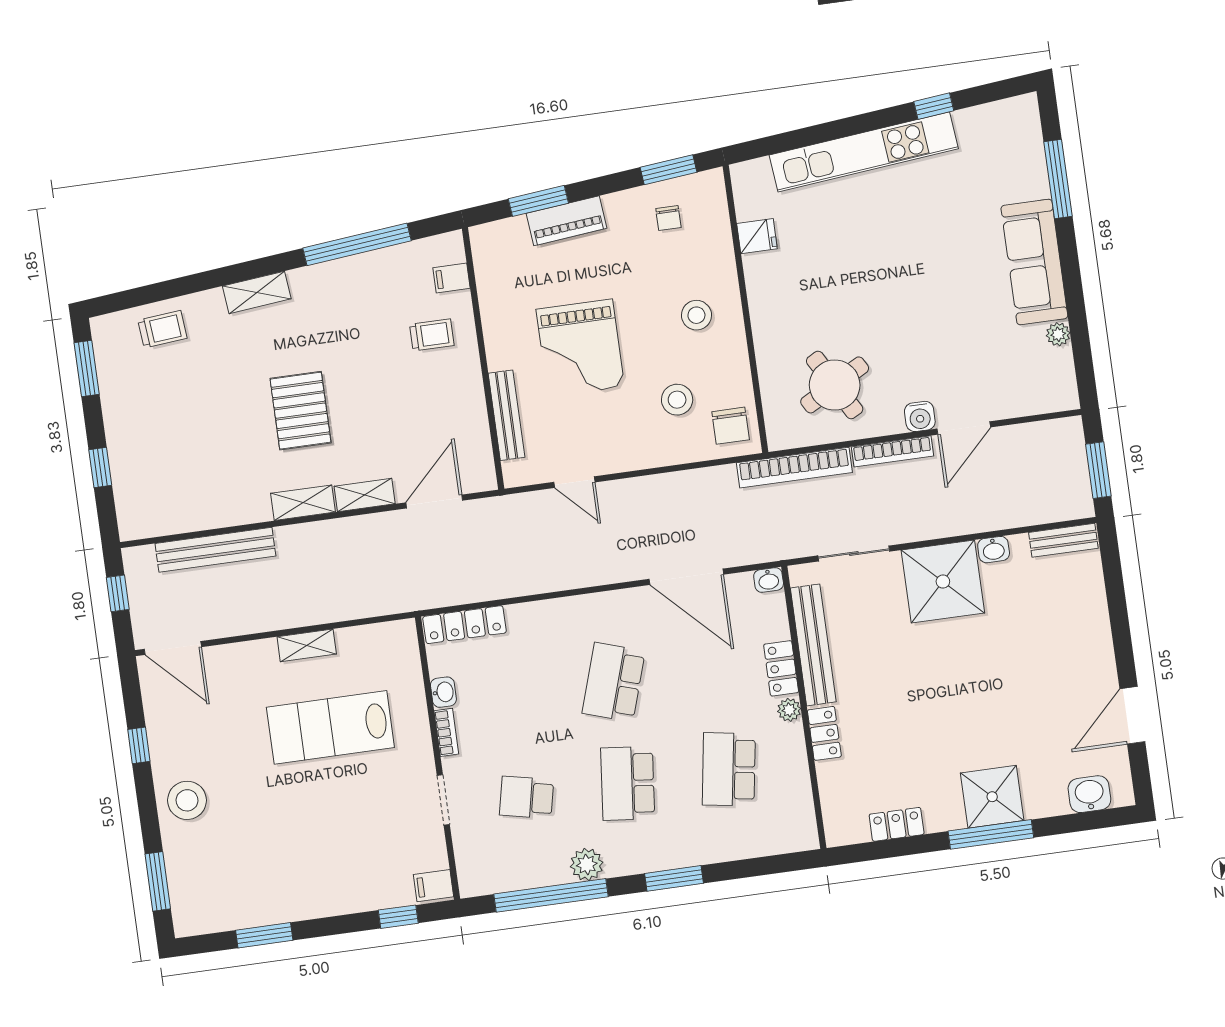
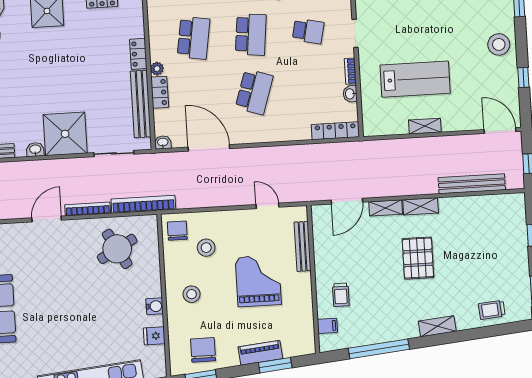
chair: (668, 218) -> (203, 350), width x1.87, depth x1.87
trolley: (432, 335) -> (341, 295), turned -90
water cooler: (920, 416) -> (155, 306), moved, turned 90

